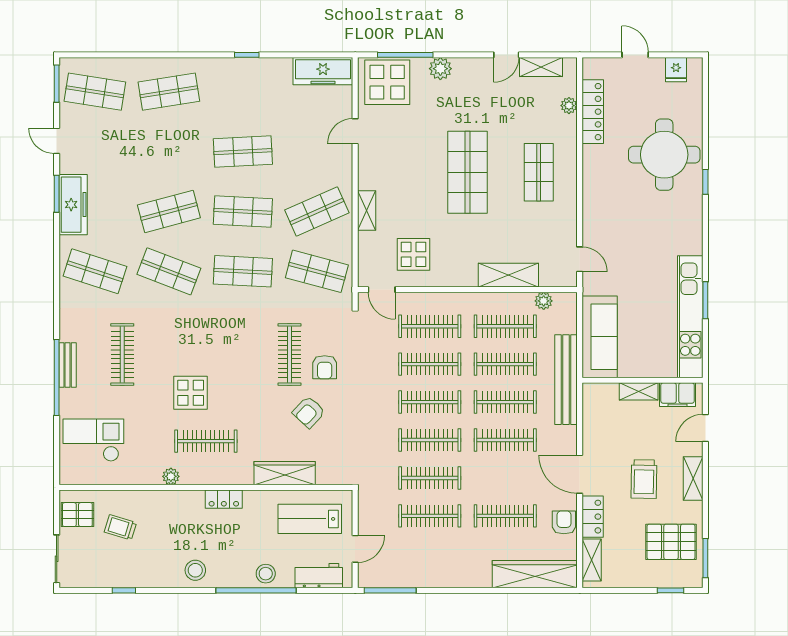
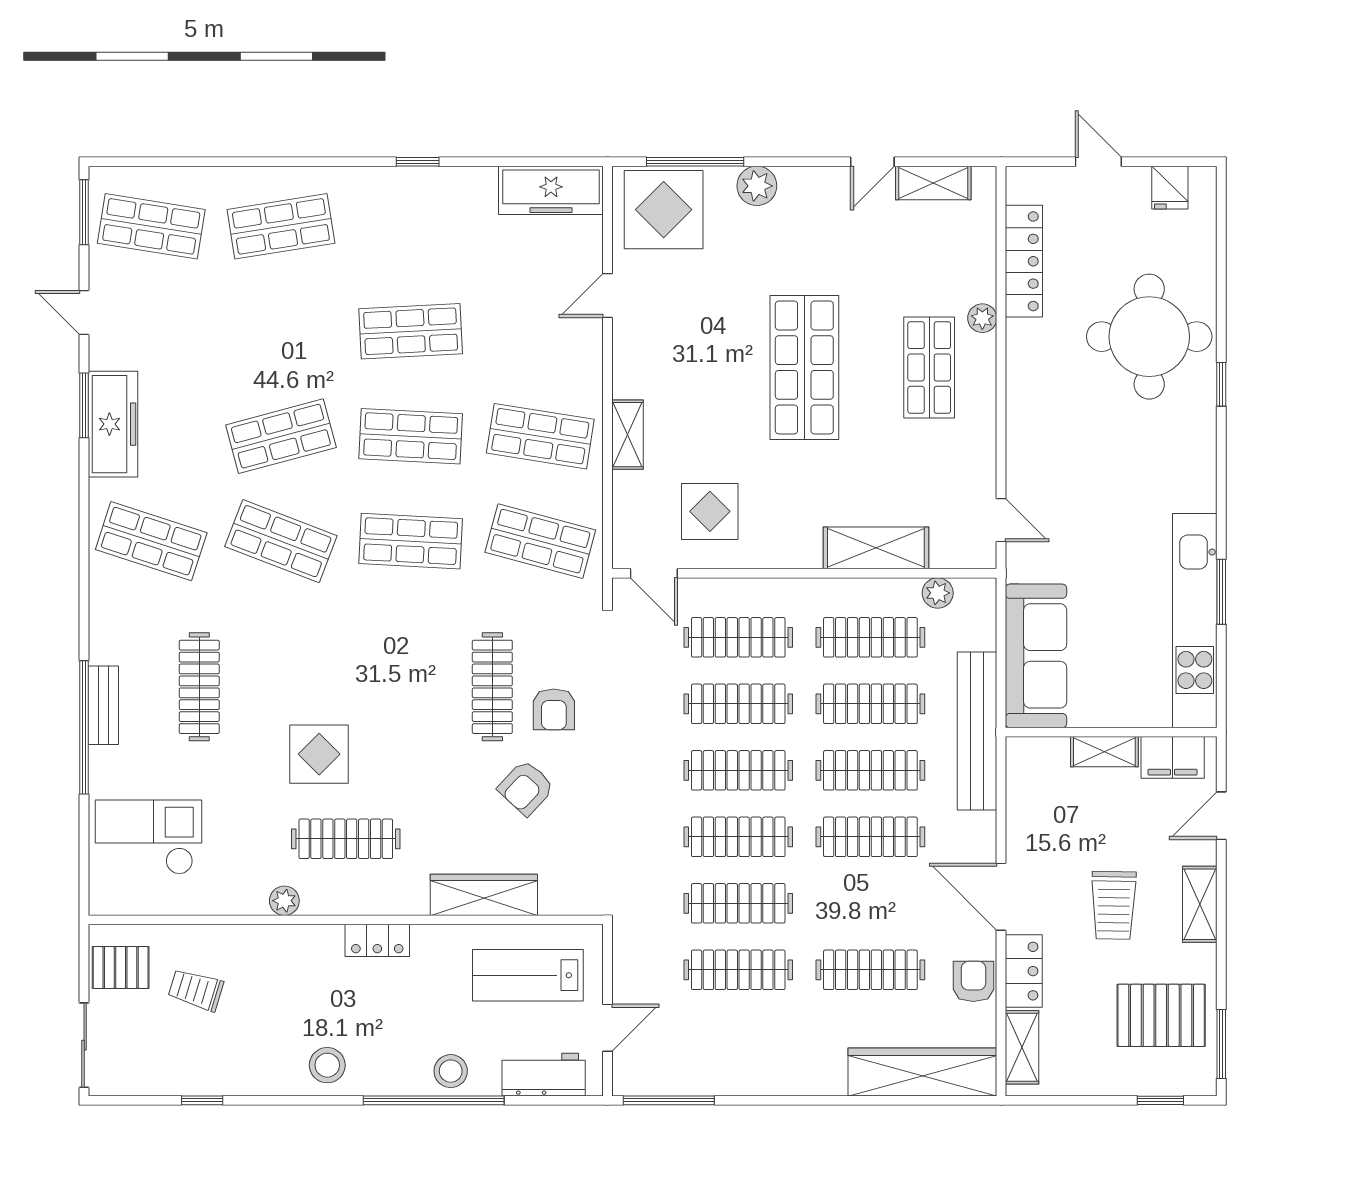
plant: (569, 106) -> (982, 318), moved
shop shelf: (317, 211) -> (540, 436), turned 33

